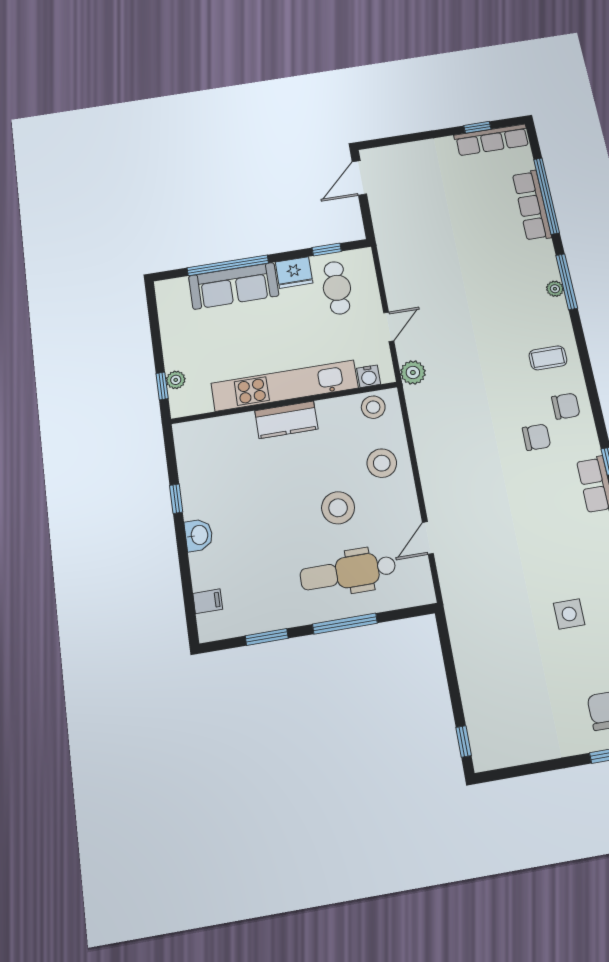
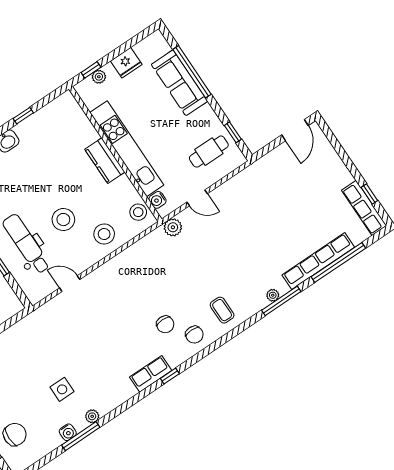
door: (359, 178) -> (295, 130), swing flipped
row of seats: (532, 205) -> (318, 261), width x1.36
fridge: (294, 273) -> (126, 63), moved, turned -90

